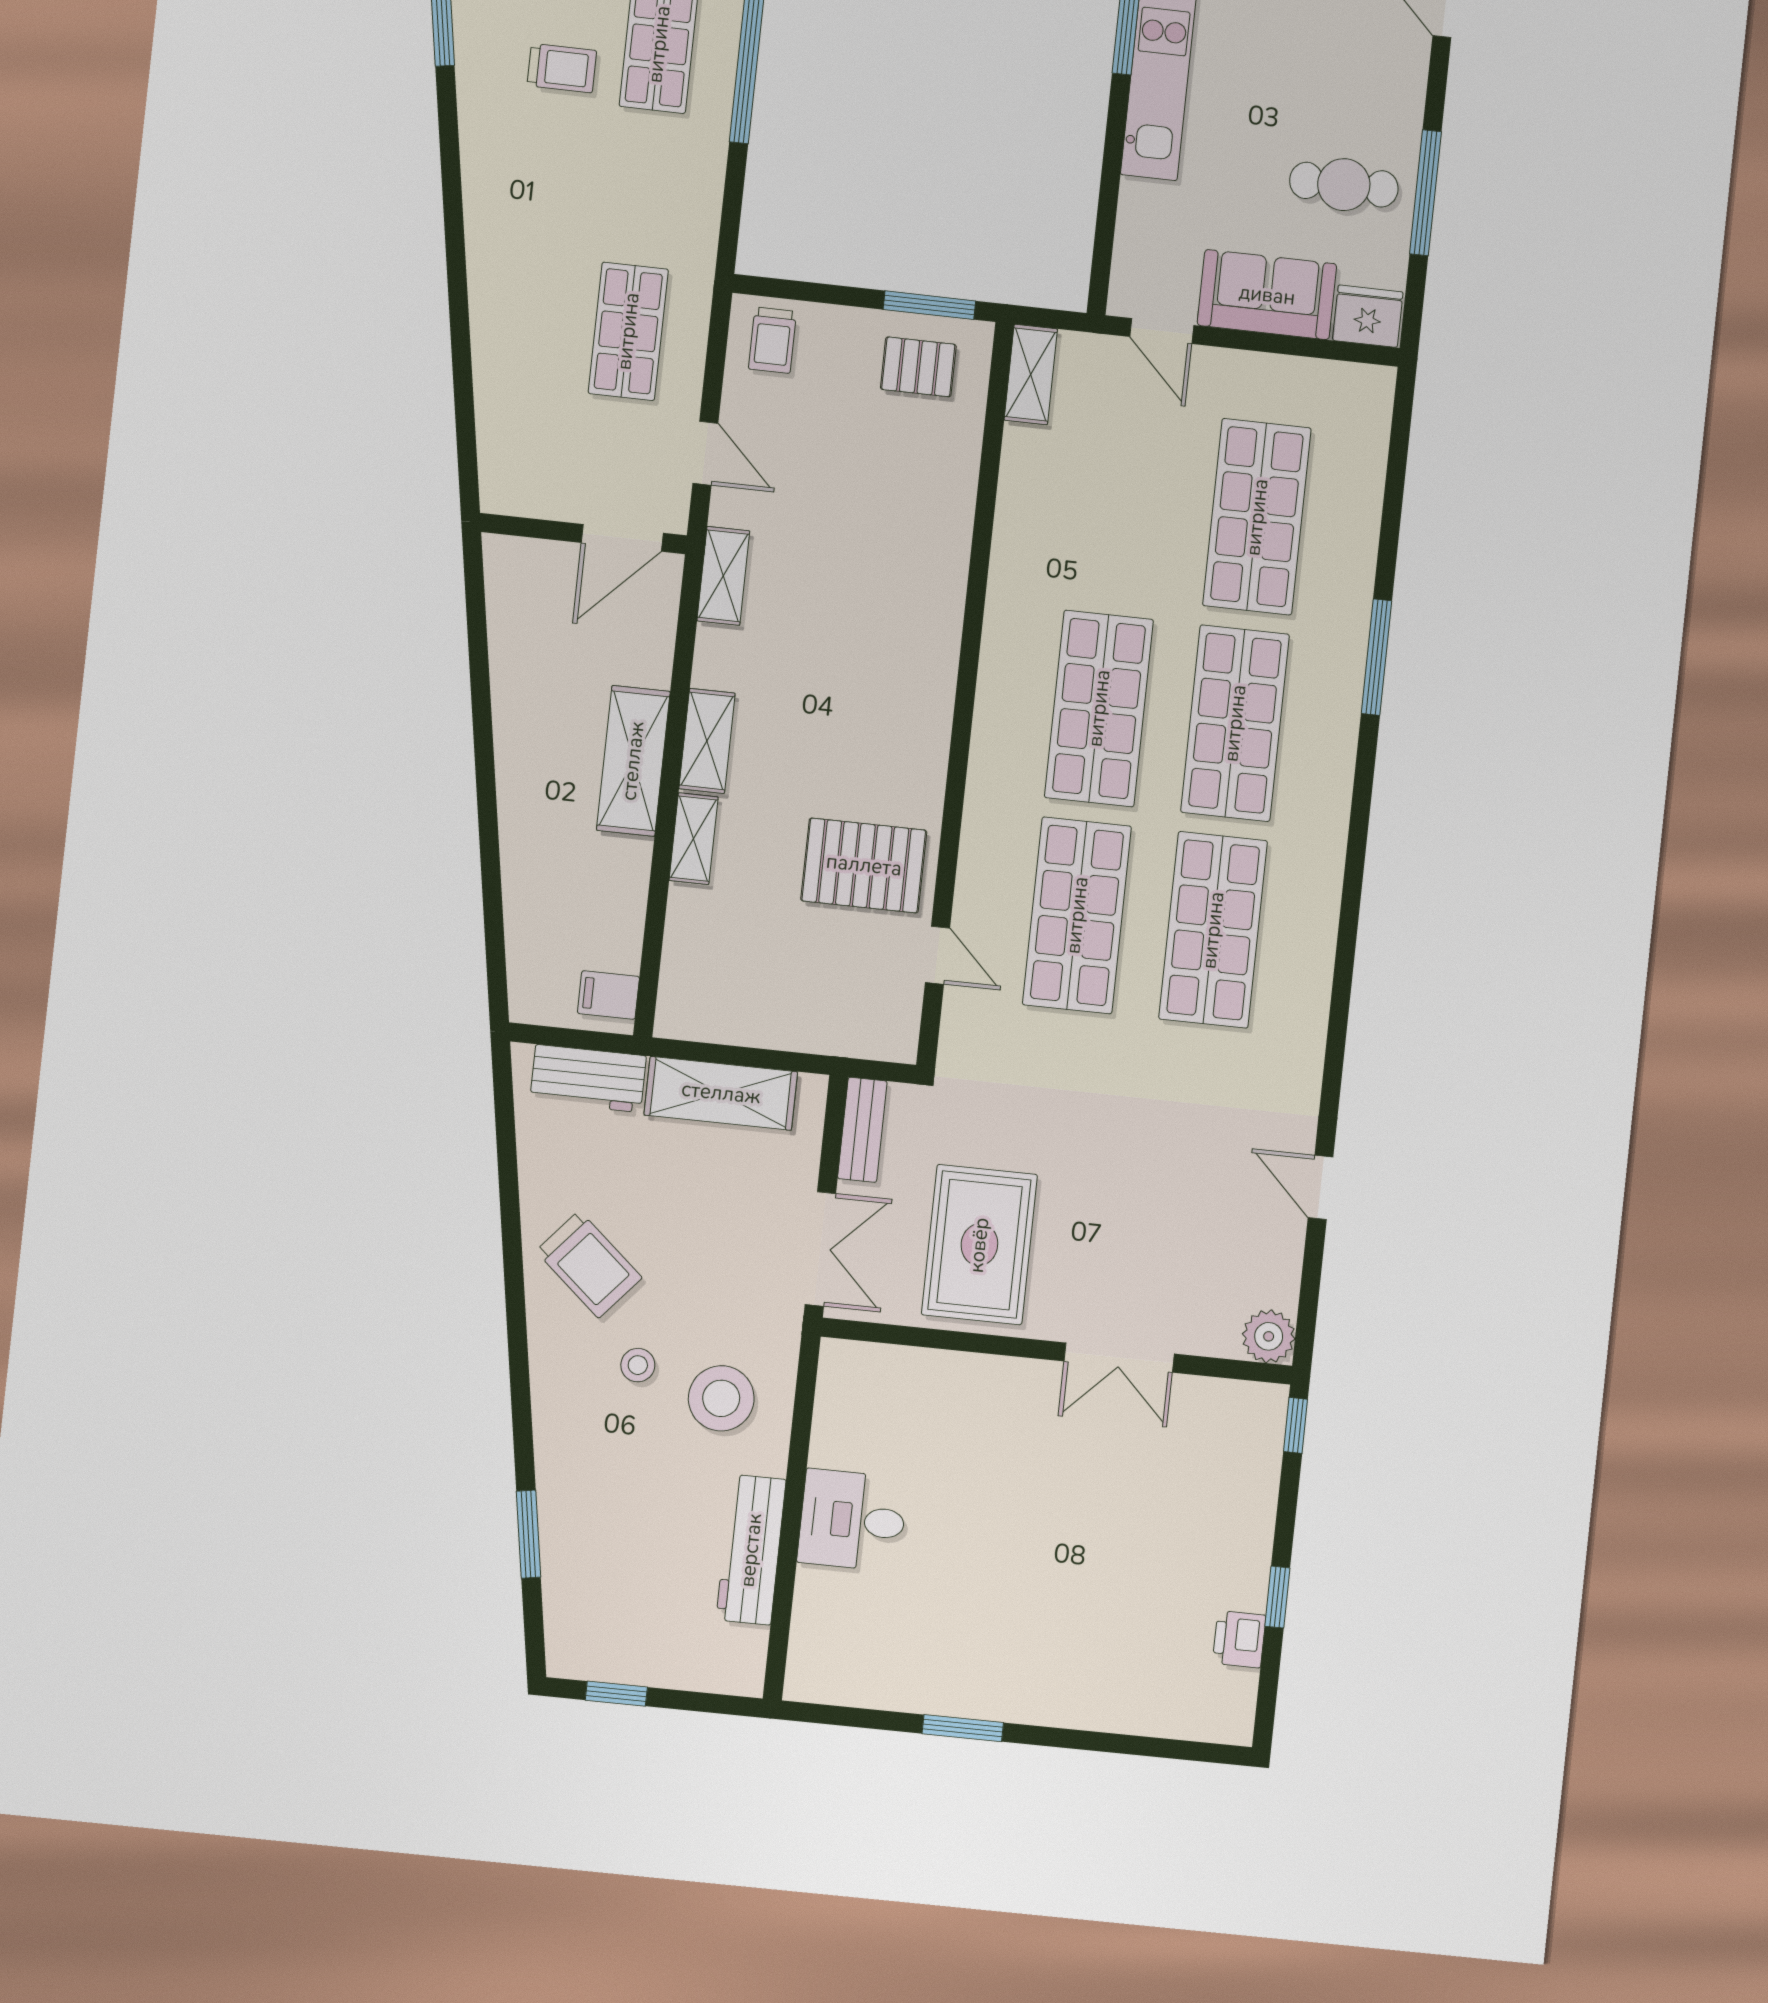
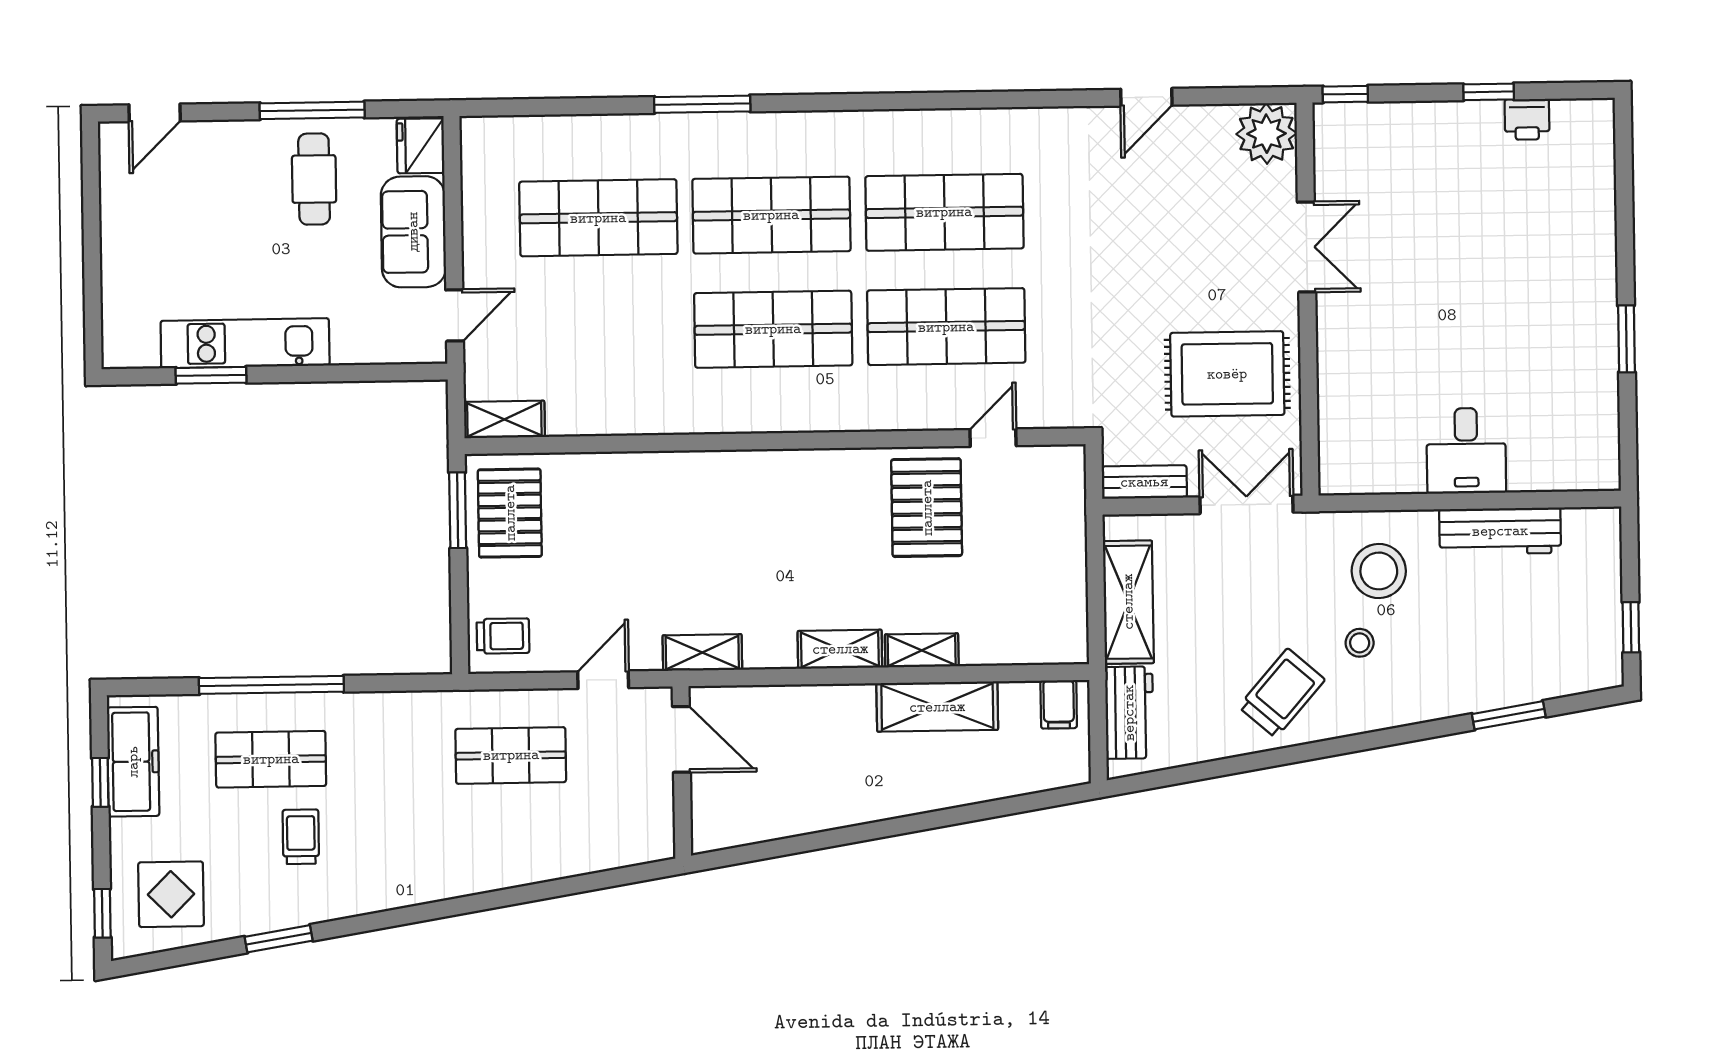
pallet: (918, 367) -> (510, 513), width x1.50, depth x1.42
shelving: (633, 761) -> (937, 707), moved
plant: (1269, 1336) -> (1267, 134), width x1.36, depth x1.36

